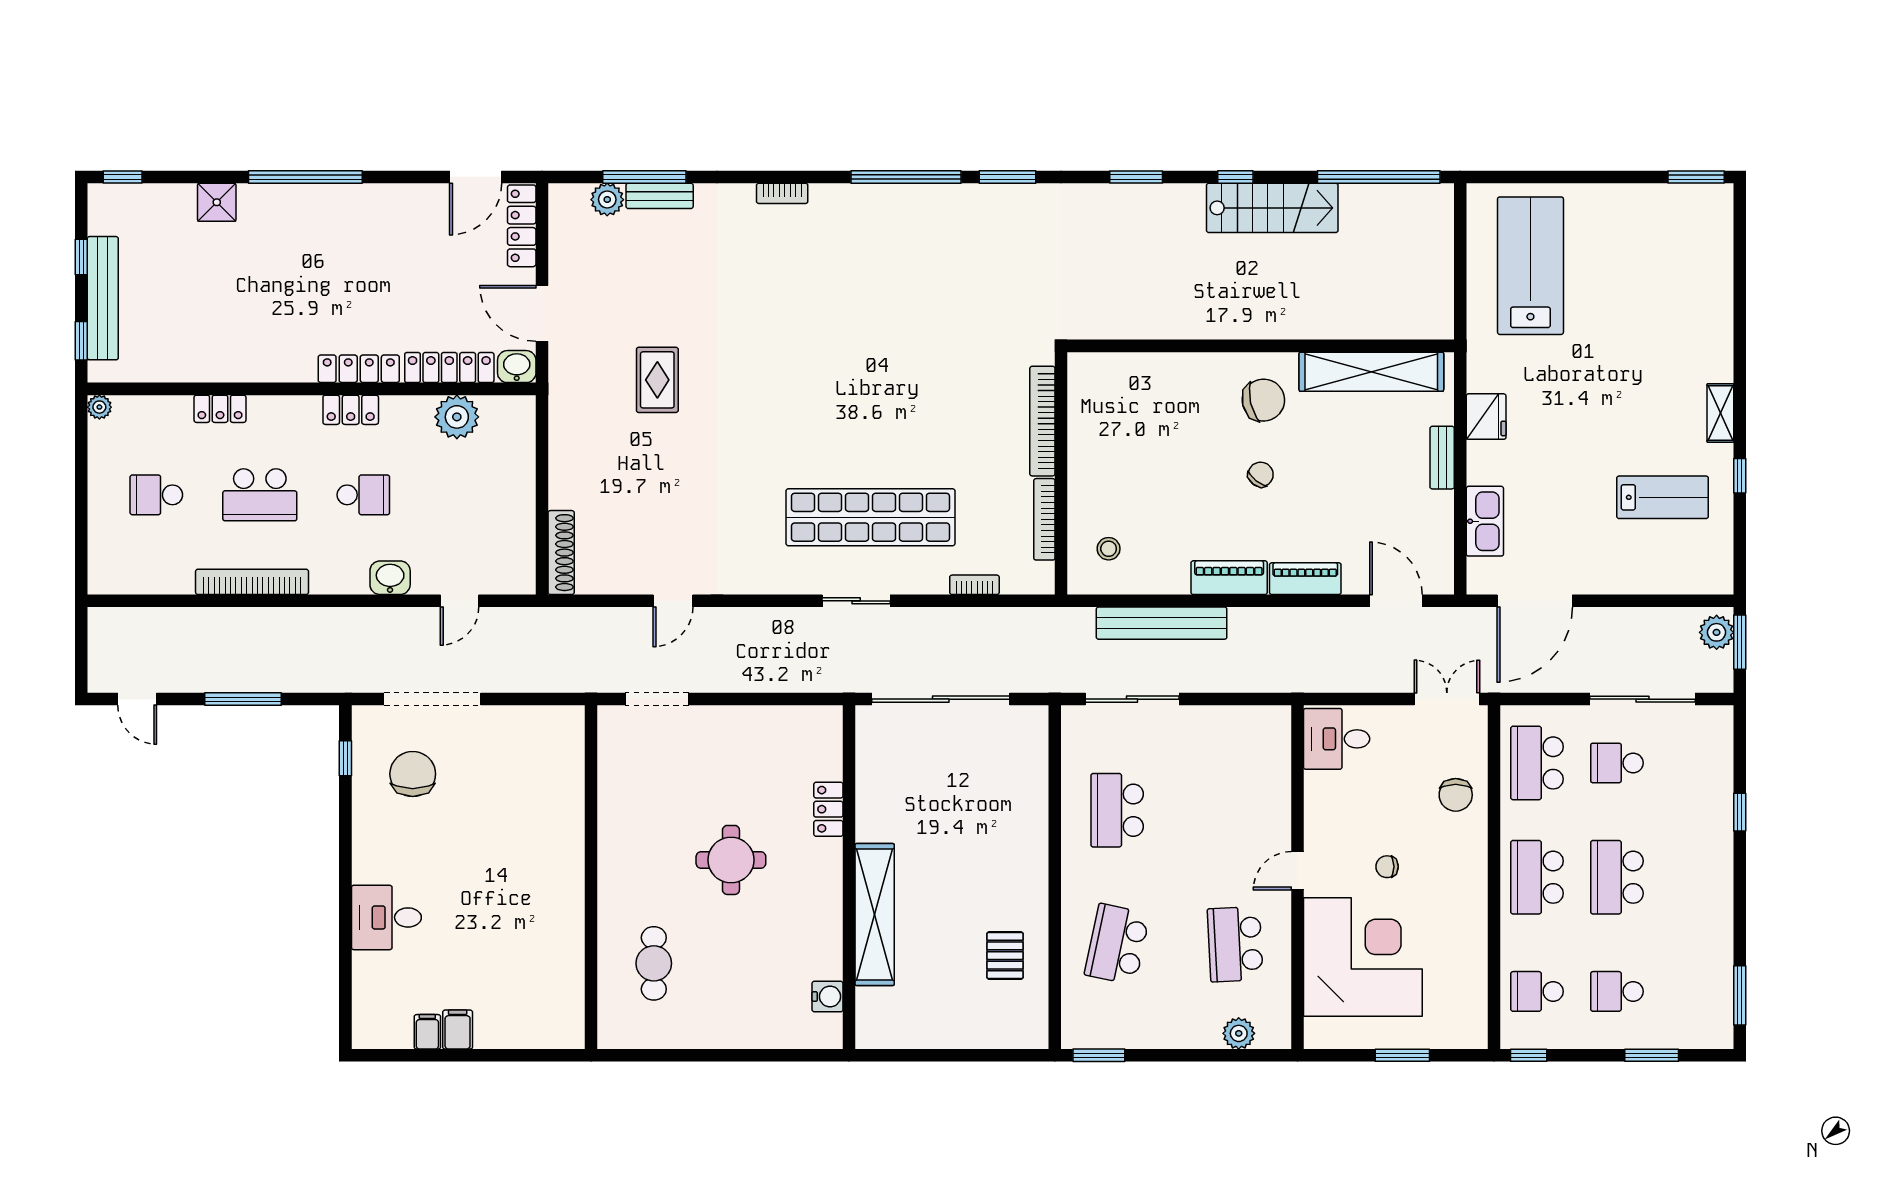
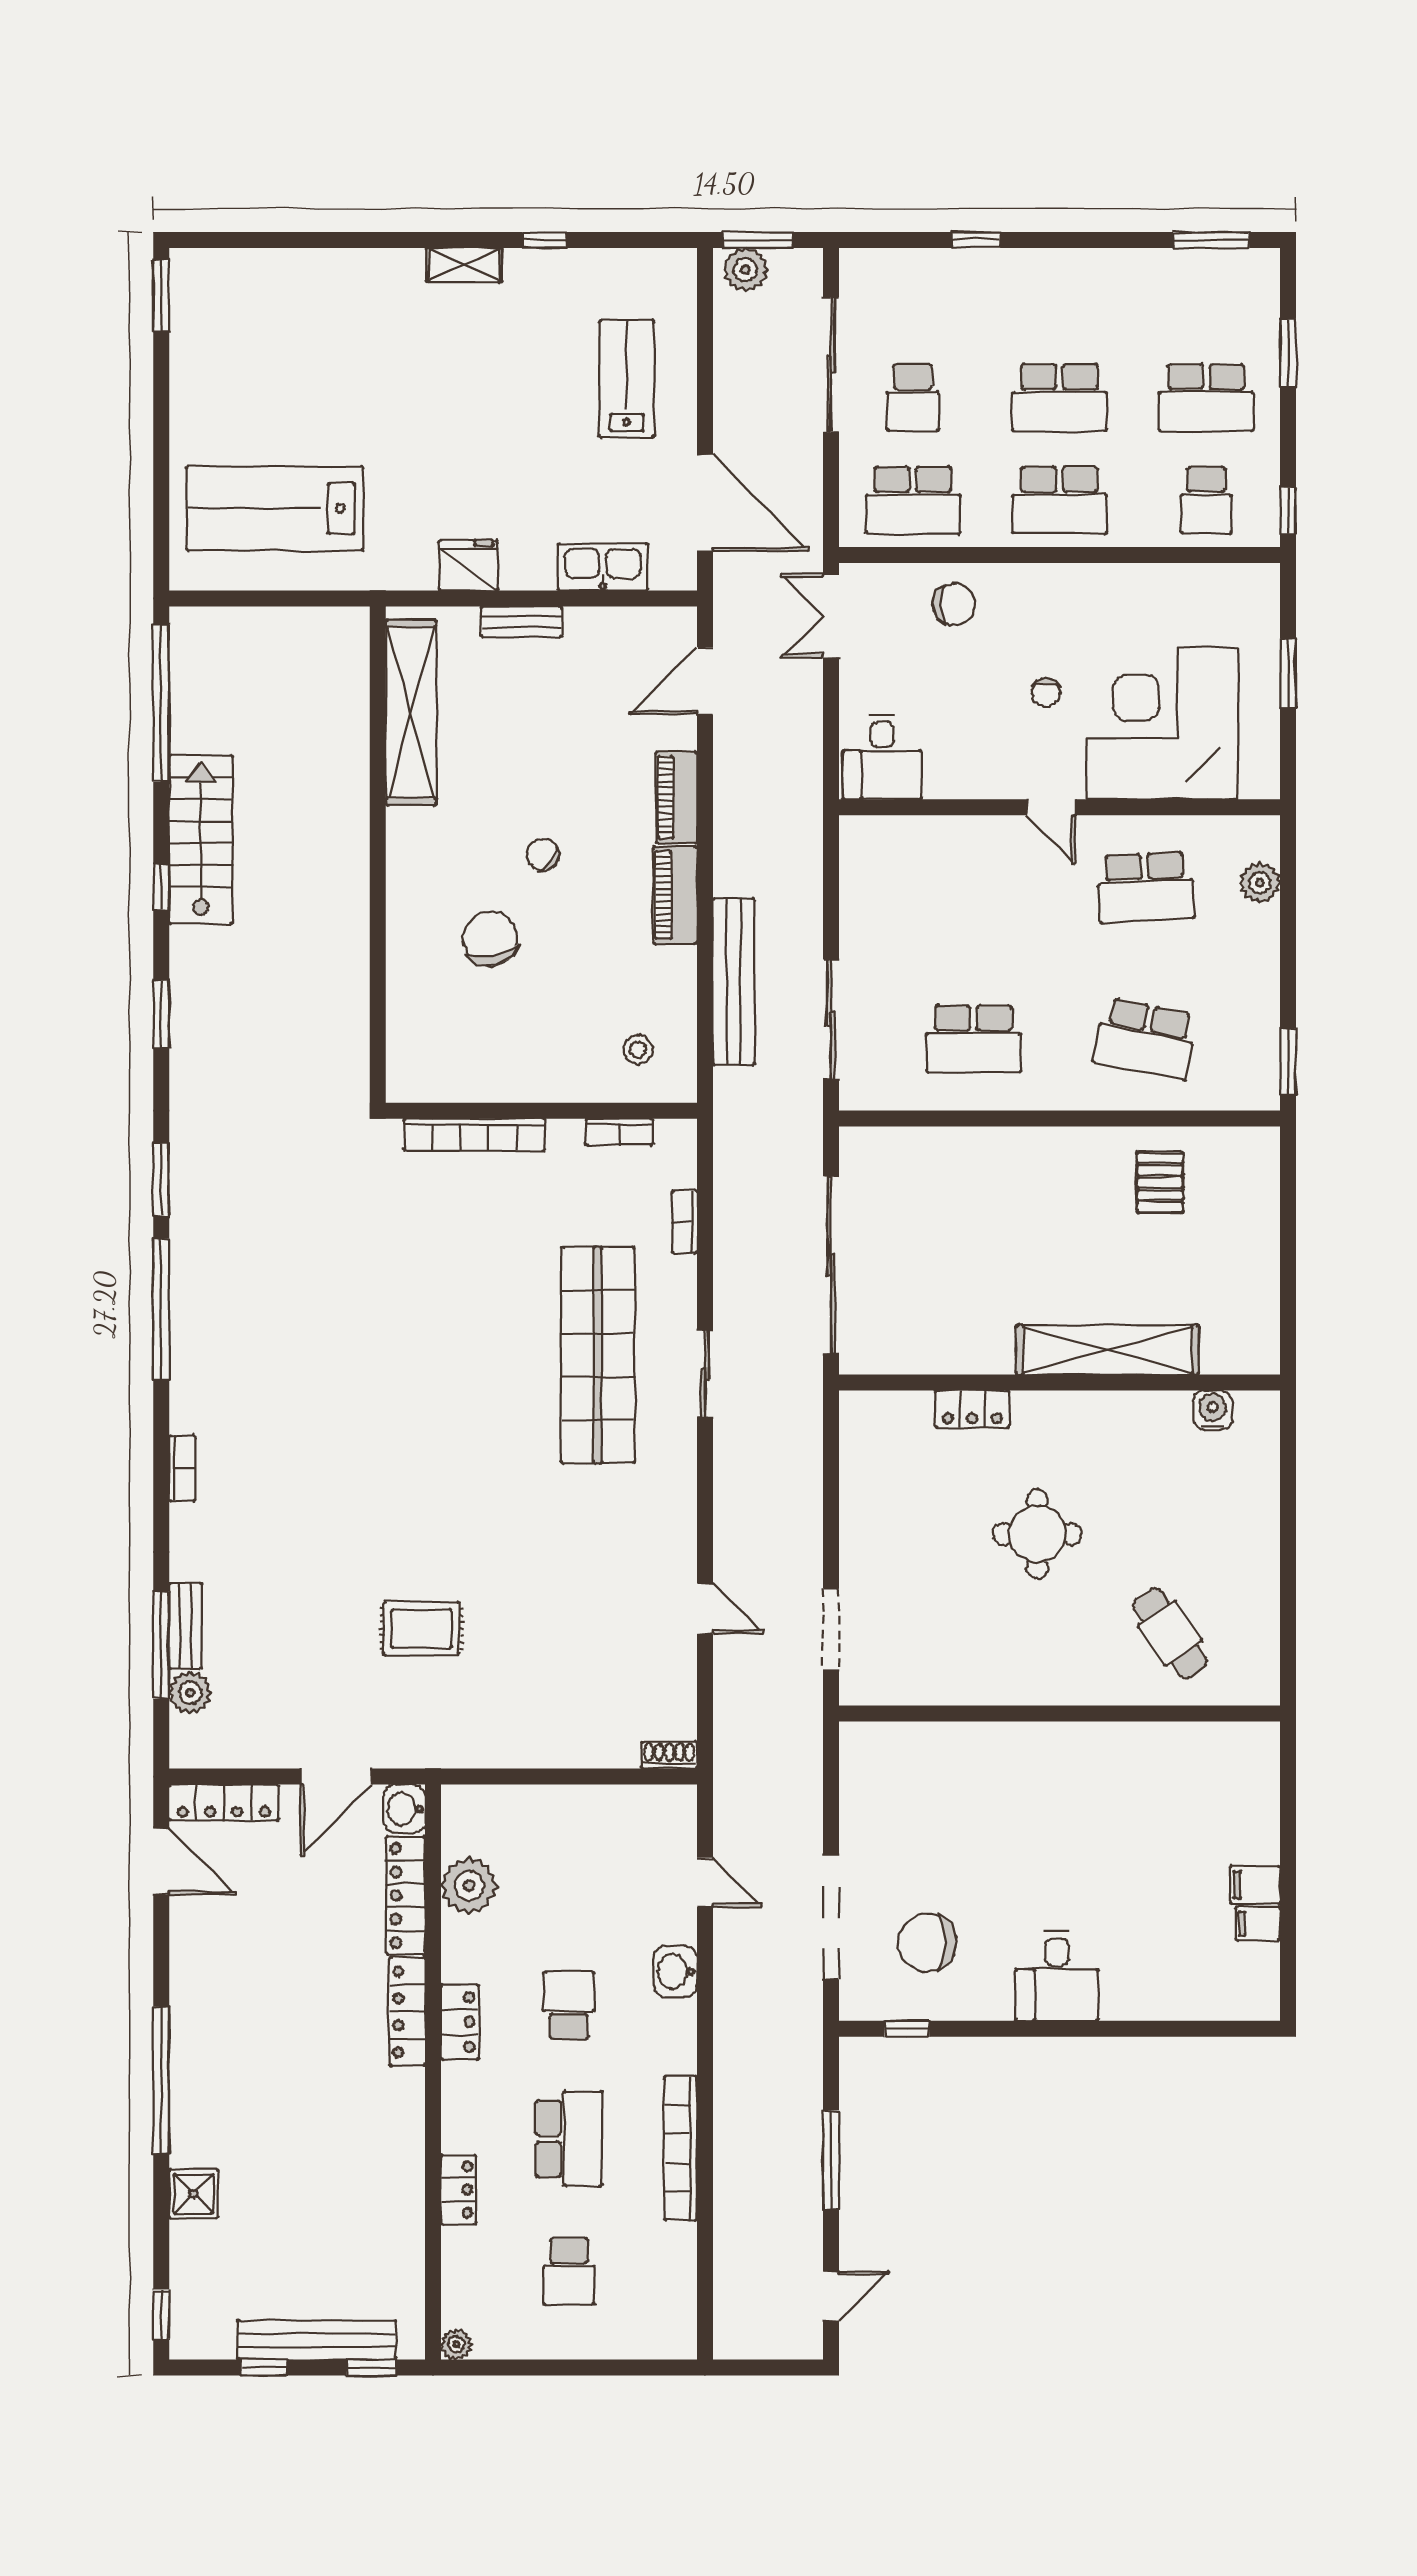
chair: (1263, 400) -> (490, 939), moved
lab bench: (1663, 497) -> (627, 379), moved
bookcase: (1044, 519) -> (619, 1132), width x0.64
shoe rack: (561, 553) -> (669, 1755), width x0.51, depth x0.81
desk: (386, 917) -> (1057, 1976), moved
pallet: (1005, 956) -> (1160, 1183), turned 90
cafe table: (654, 963) -> (1170, 1633), turned 56
school desk: (1617, 991) -> (1206, 398), width x1.85

